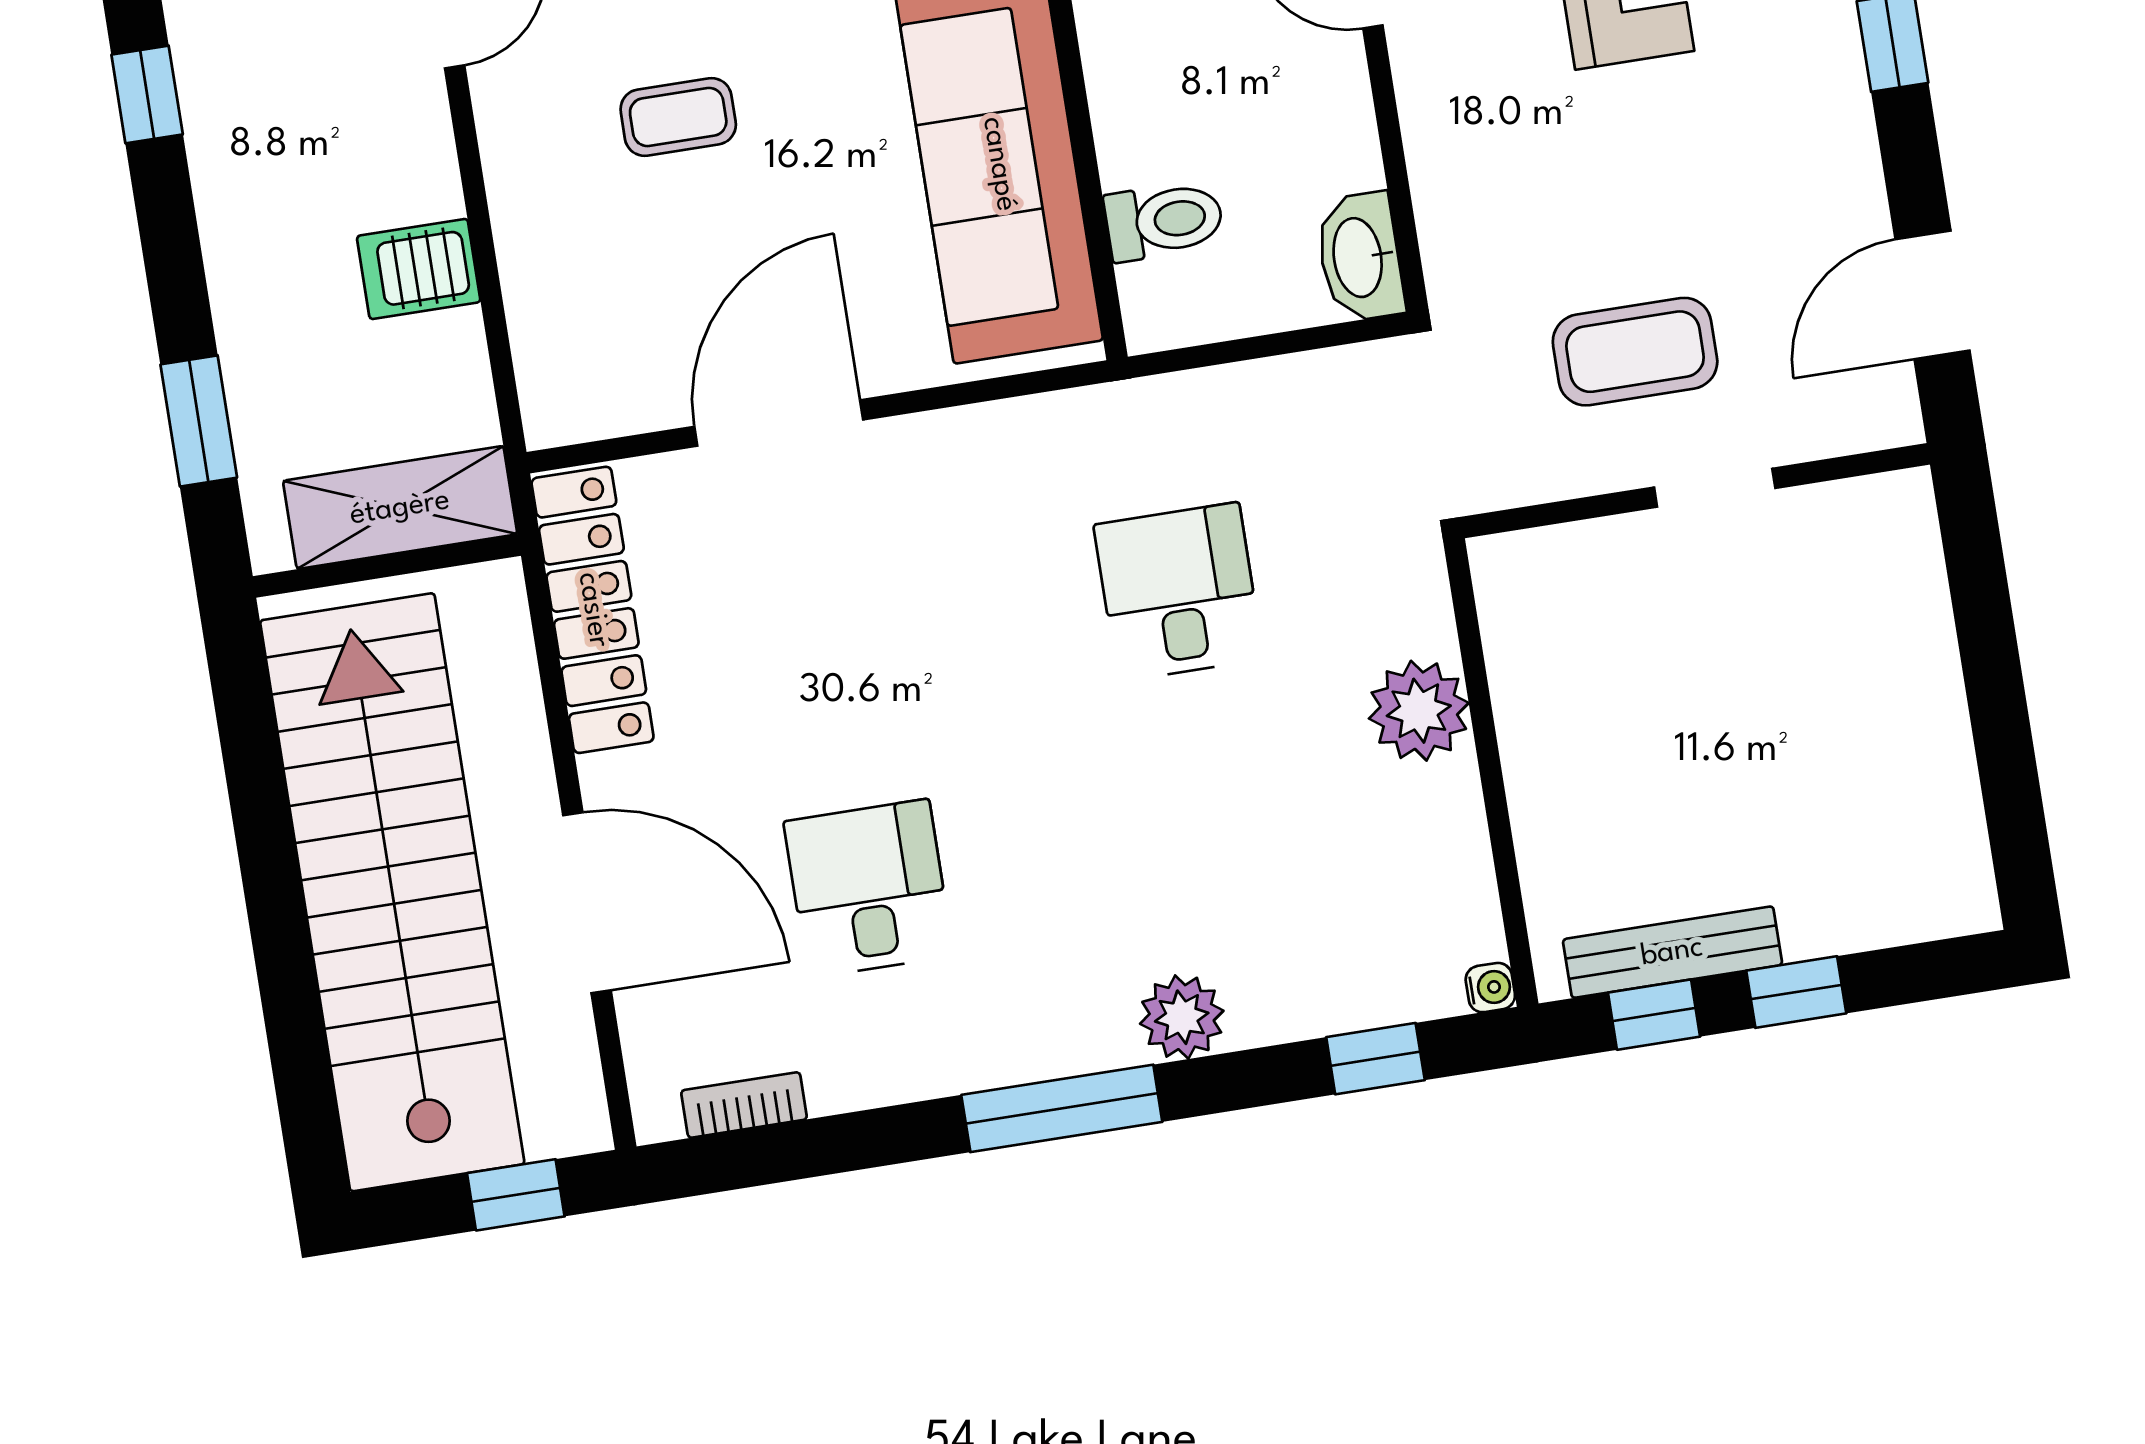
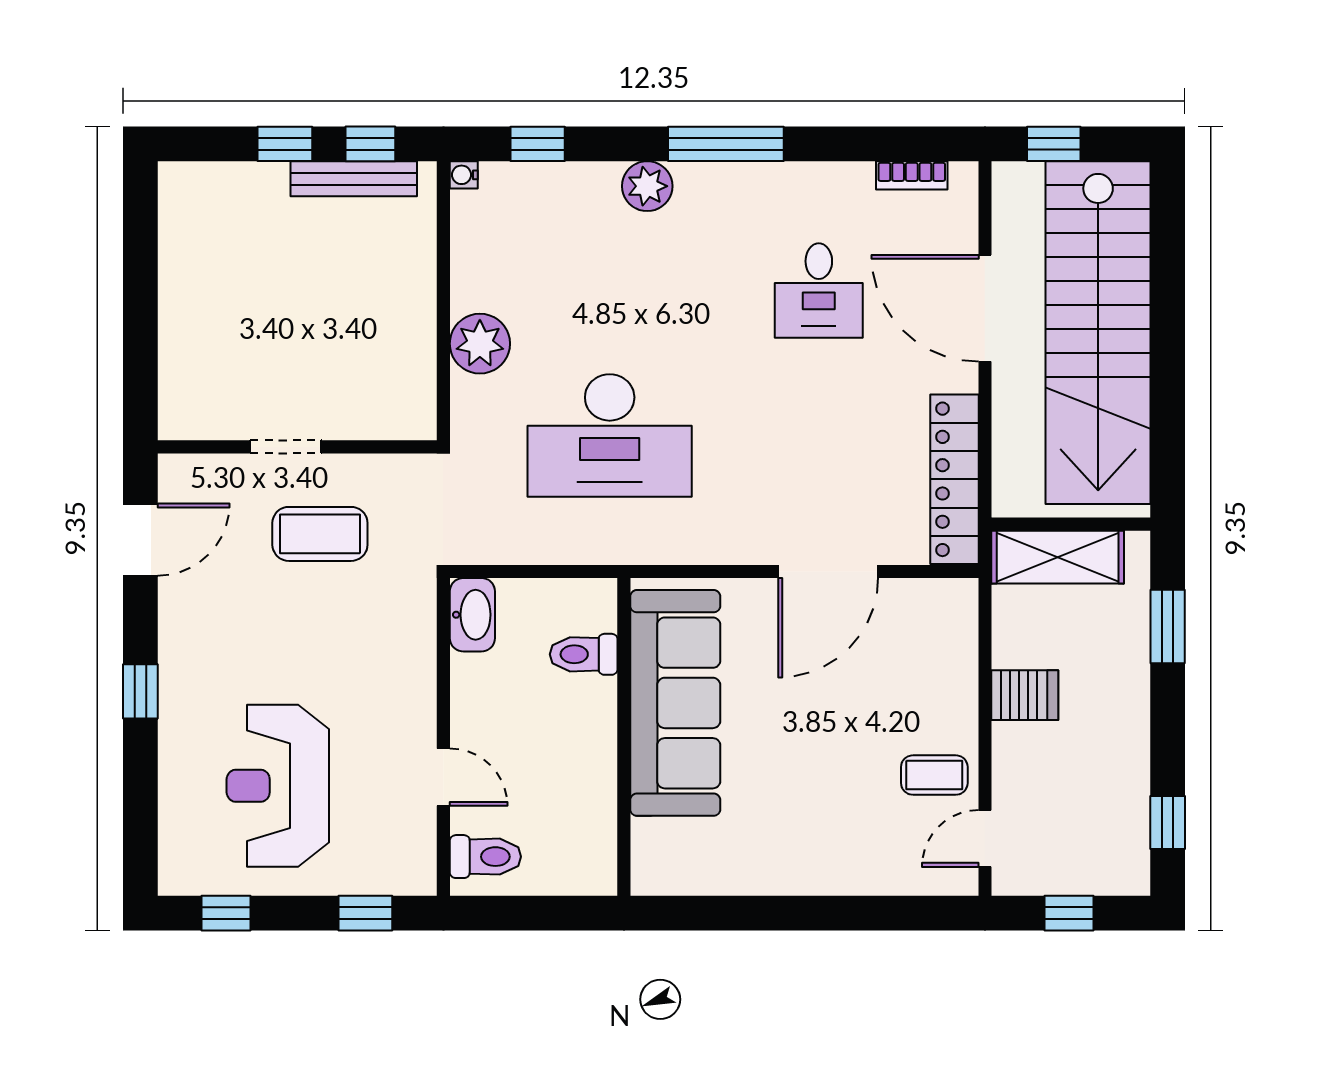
coffee table: (678, 117) -> (934, 775), moved
desk: (1179, 592) -> (610, 436), width x1.87, depth x1.30

